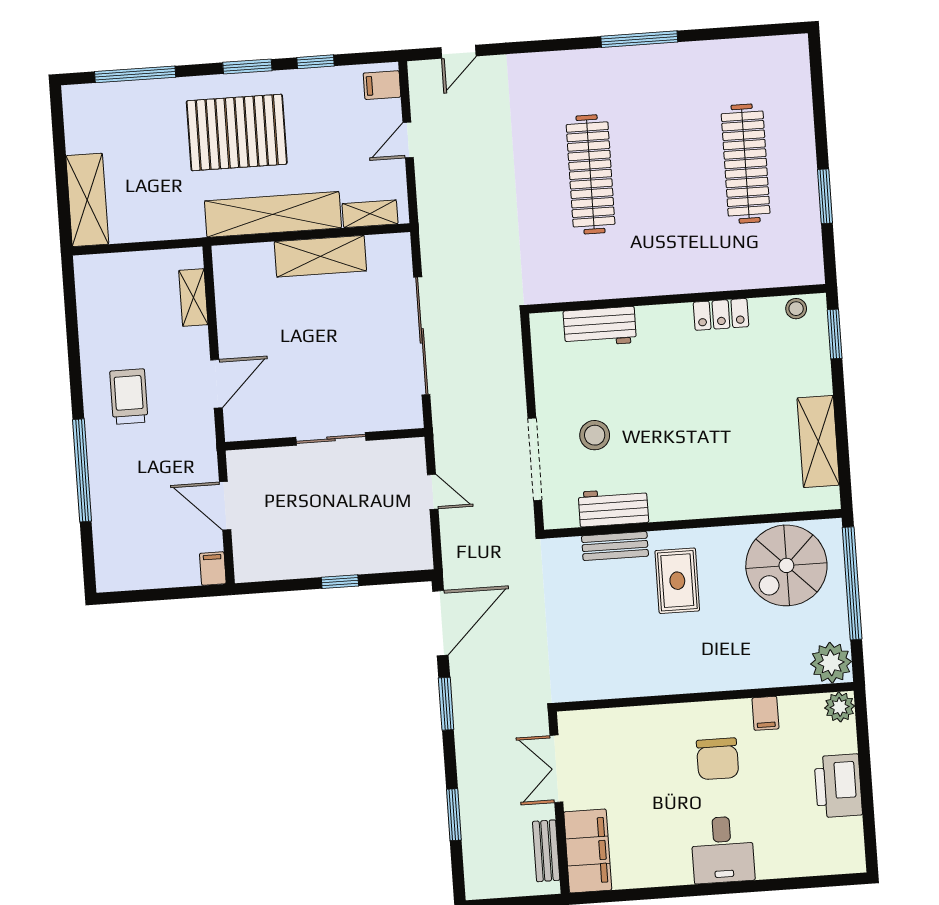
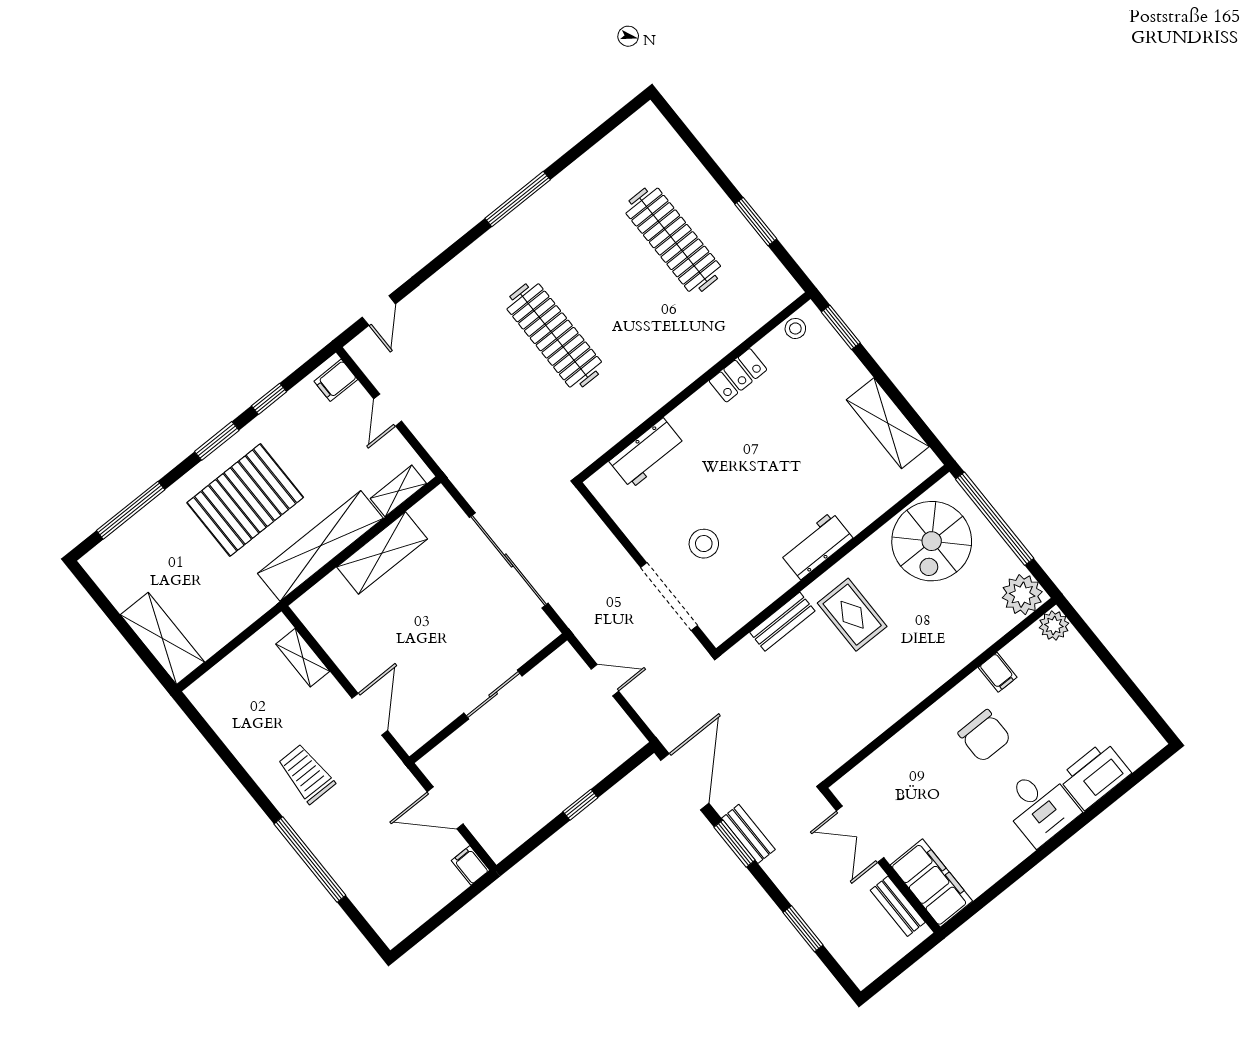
workbench: (613, 507) -> (816, 546), moved
bench: (463, 704) -> (748, 834), added
printer: (838, 786) -> (1095, 775), moved, turned 90

